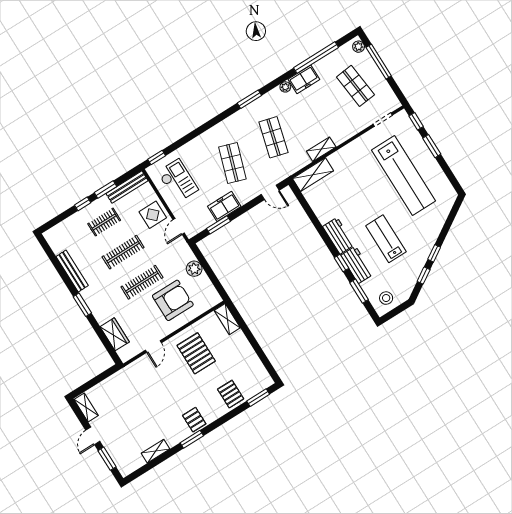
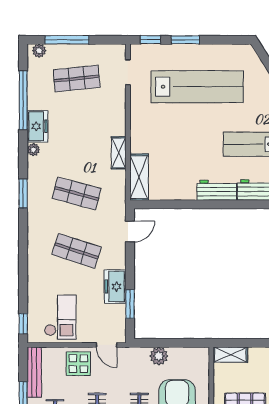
checkout: (178, 181) -> (60, 317), turned 90
window: (341, 263) -> (246, 204), removed

